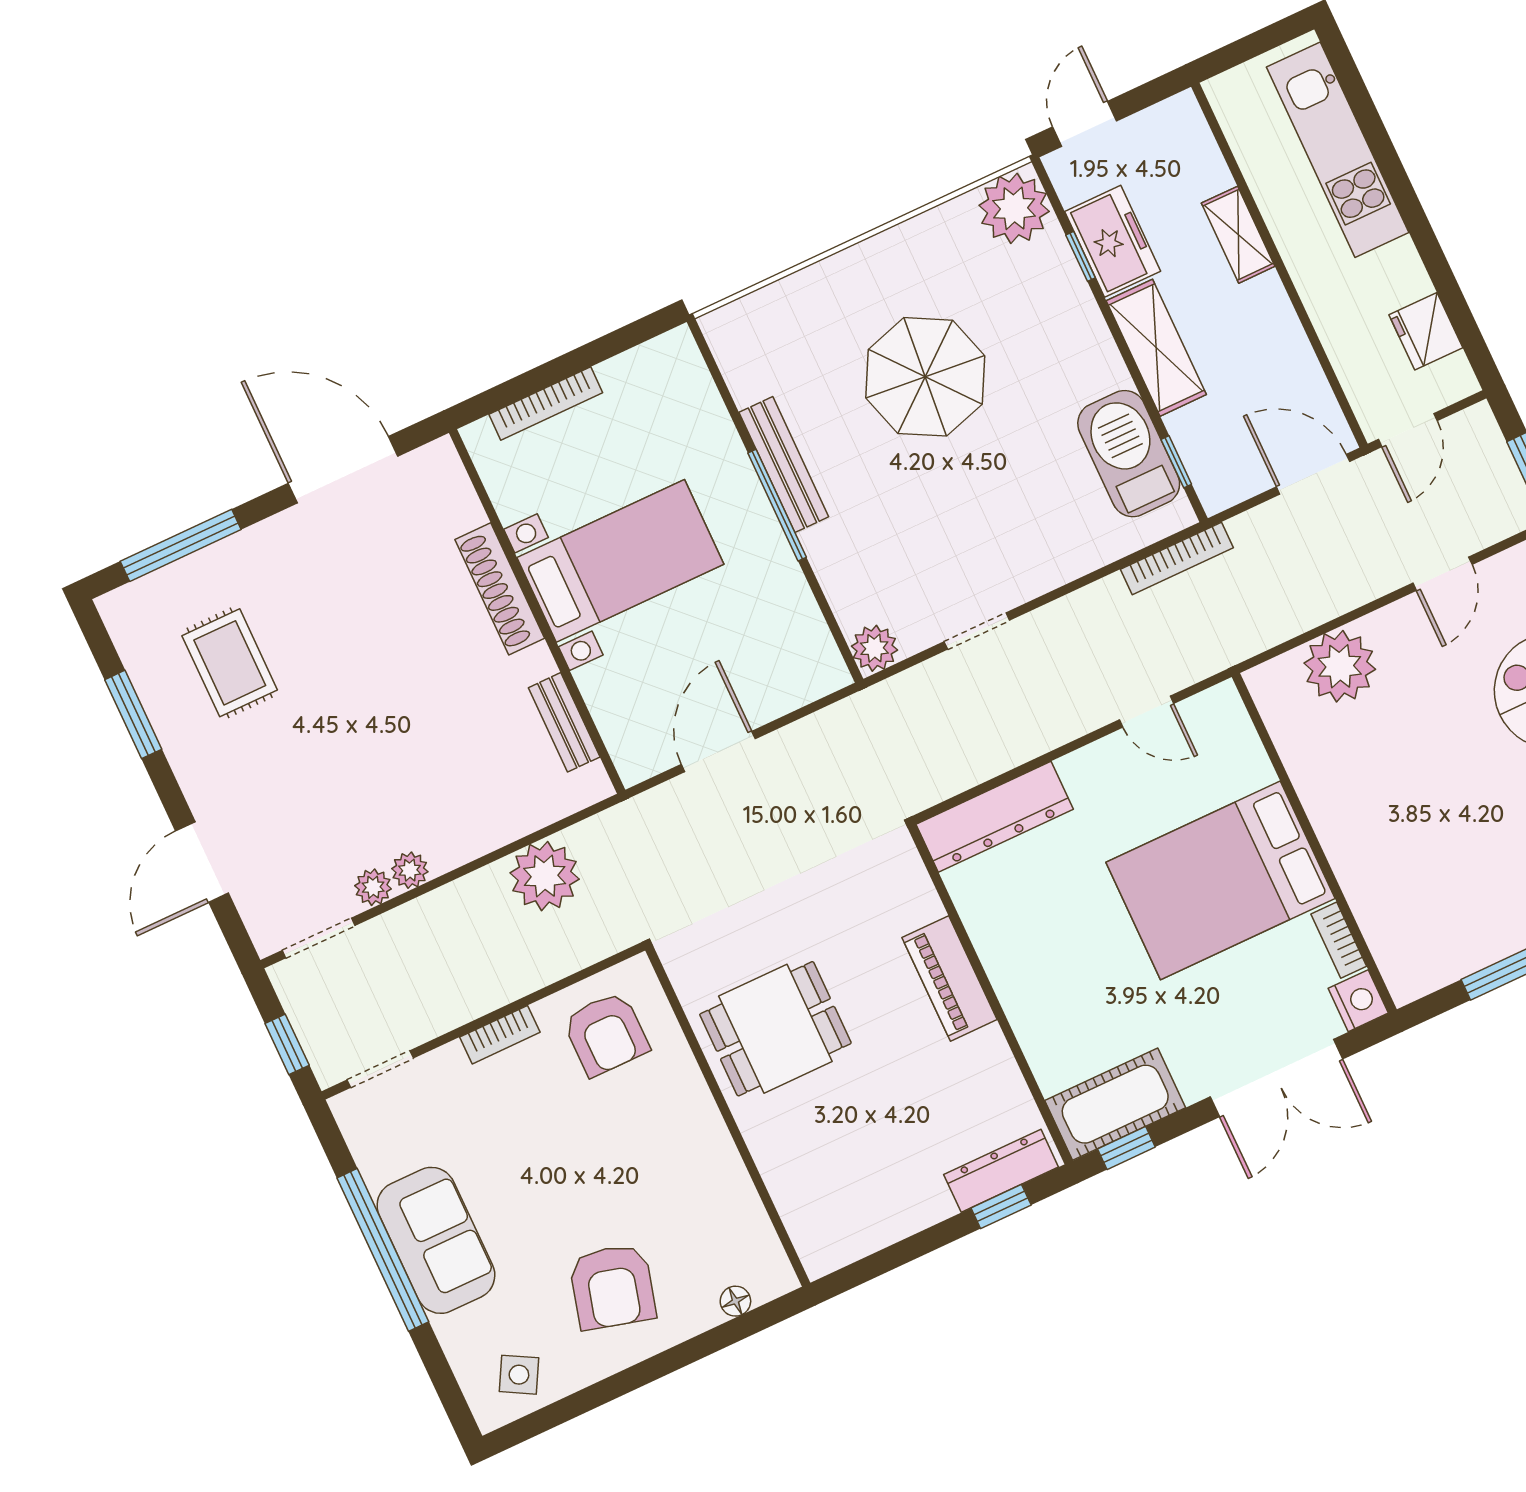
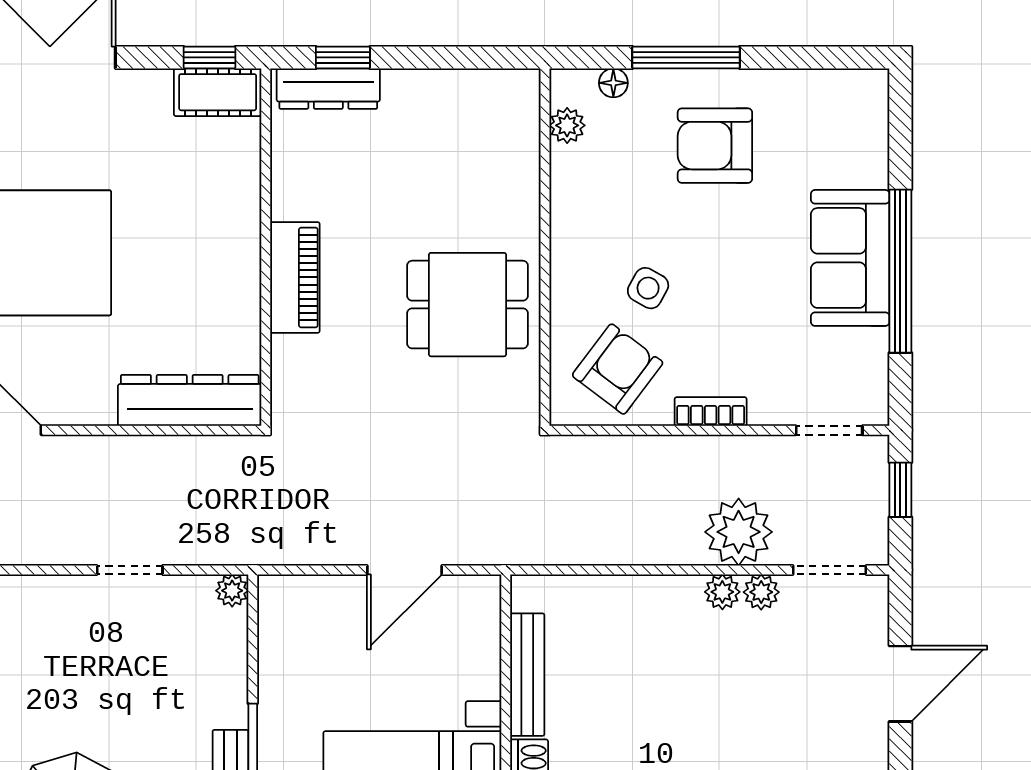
plant: (874, 648) -> (232, 591), width x0.73, depth x0.73
bench: (564, 722) -> (527, 675), width x1.36
plant: (545, 876) -> (739, 532), moved
armchair: (606, 1034) -> (618, 369), turned 37
cot: (1115, 1104) -> (218, 92), width x0.73, depth x0.75
plant: (760, 1241) -> (567, 125), added
armchair: (612, 1287) -> (715, 146), turned -105
window: (678, 1357) -> (686, 57), added
side table: (519, 1375) -> (648, 288), moved

